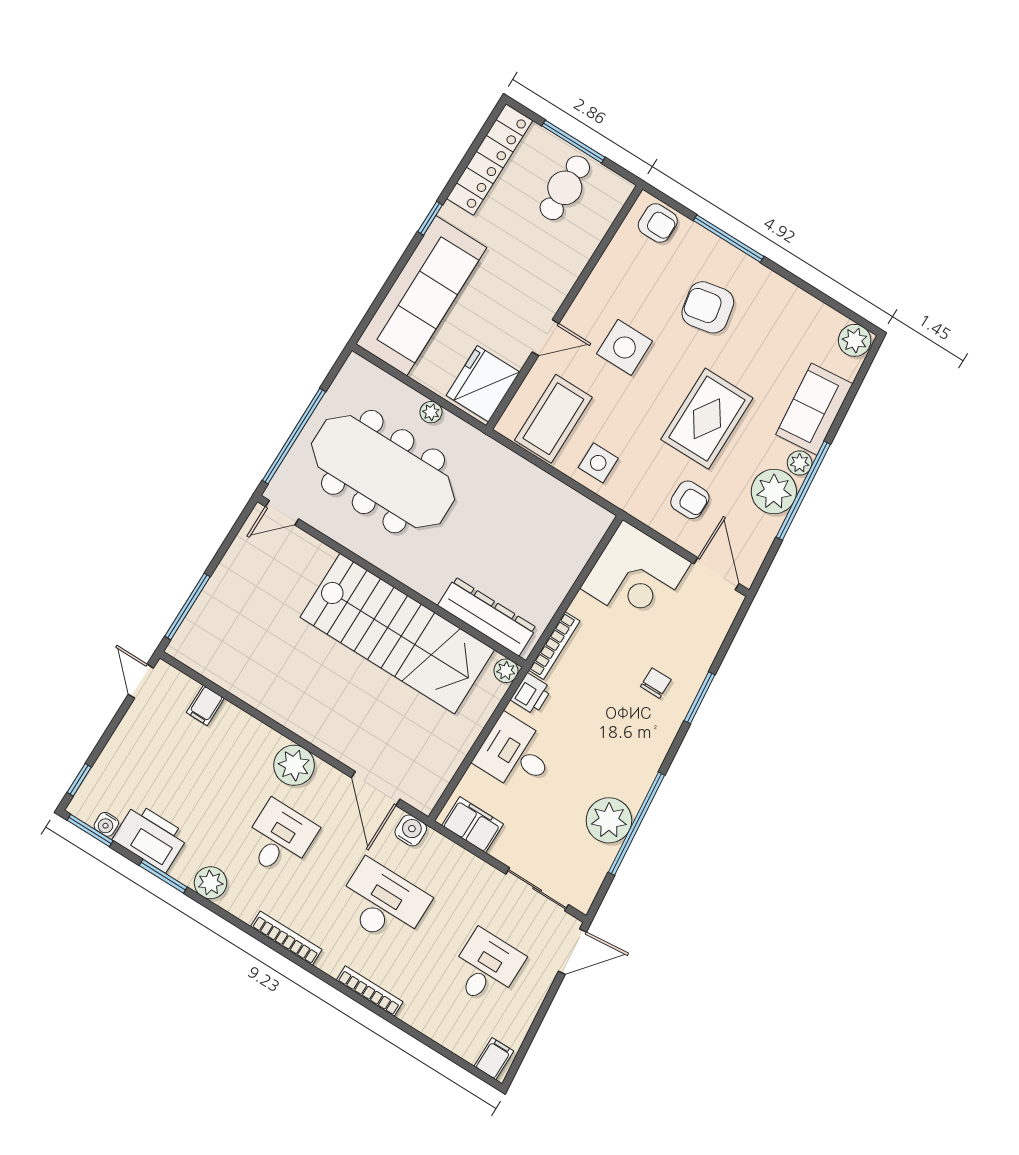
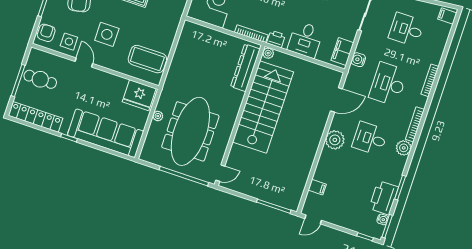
door: (546, 338) -> (84, 63), moved
side table: (598, 463) -> (69, 42), moved
door: (282, 513) -> (220, 173), hinge flipped
water cooler: (411, 830) -> (358, 60), moved
plant: (210, 883) -> (404, 148), moved

